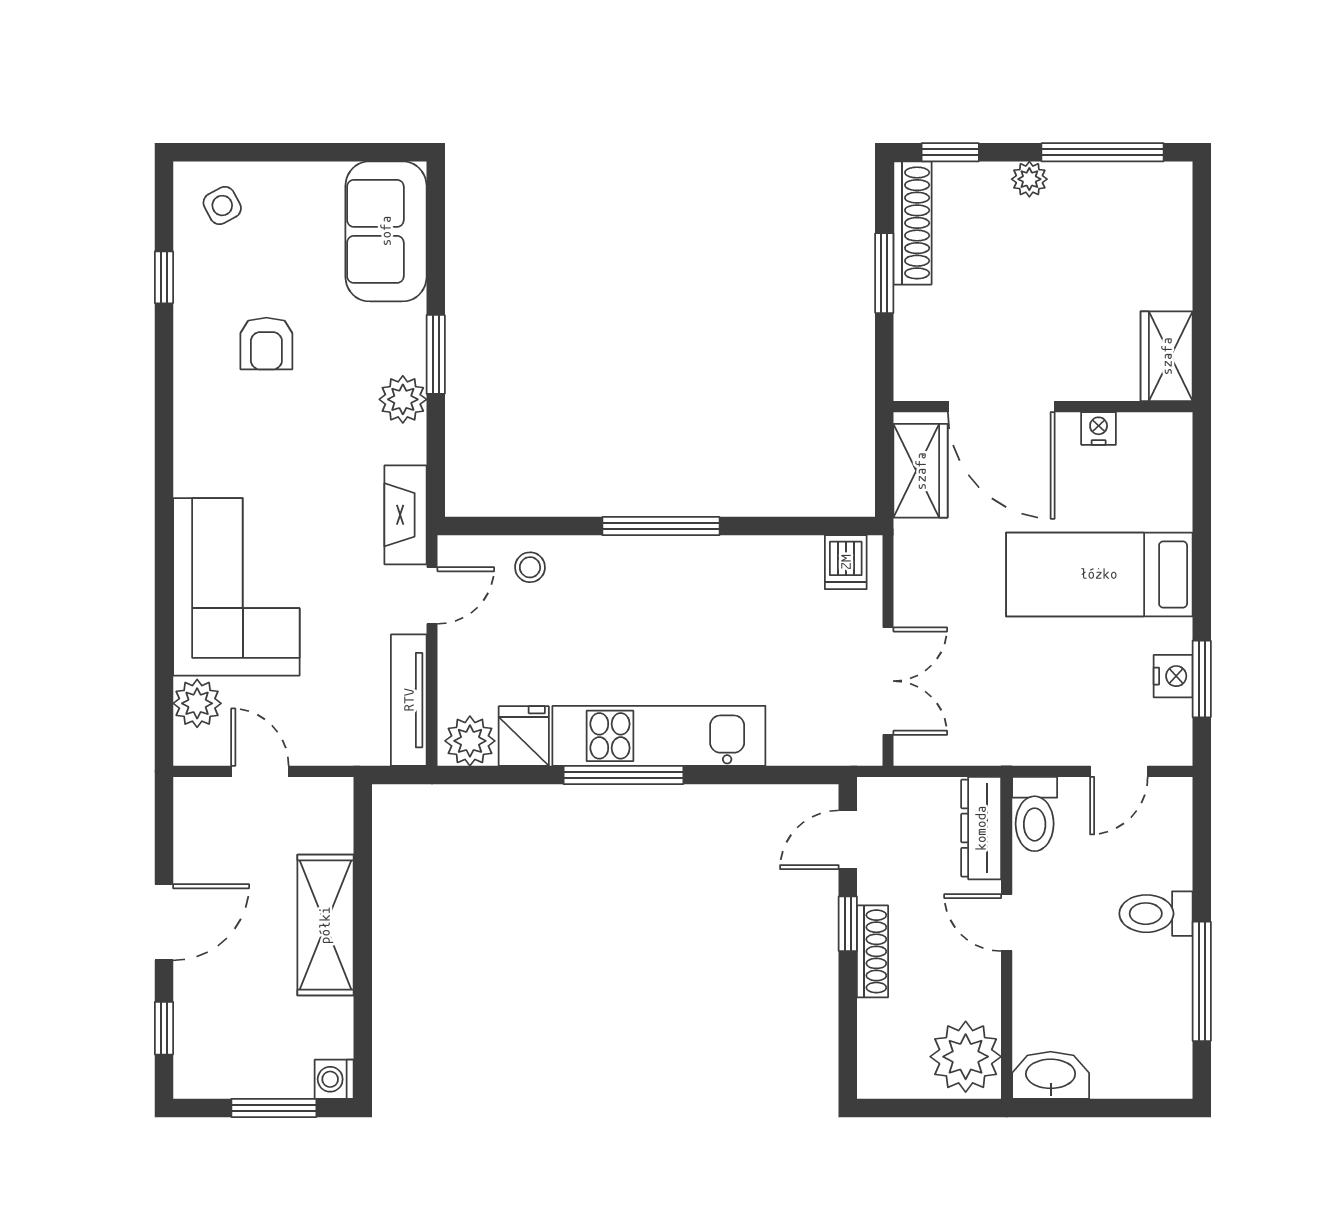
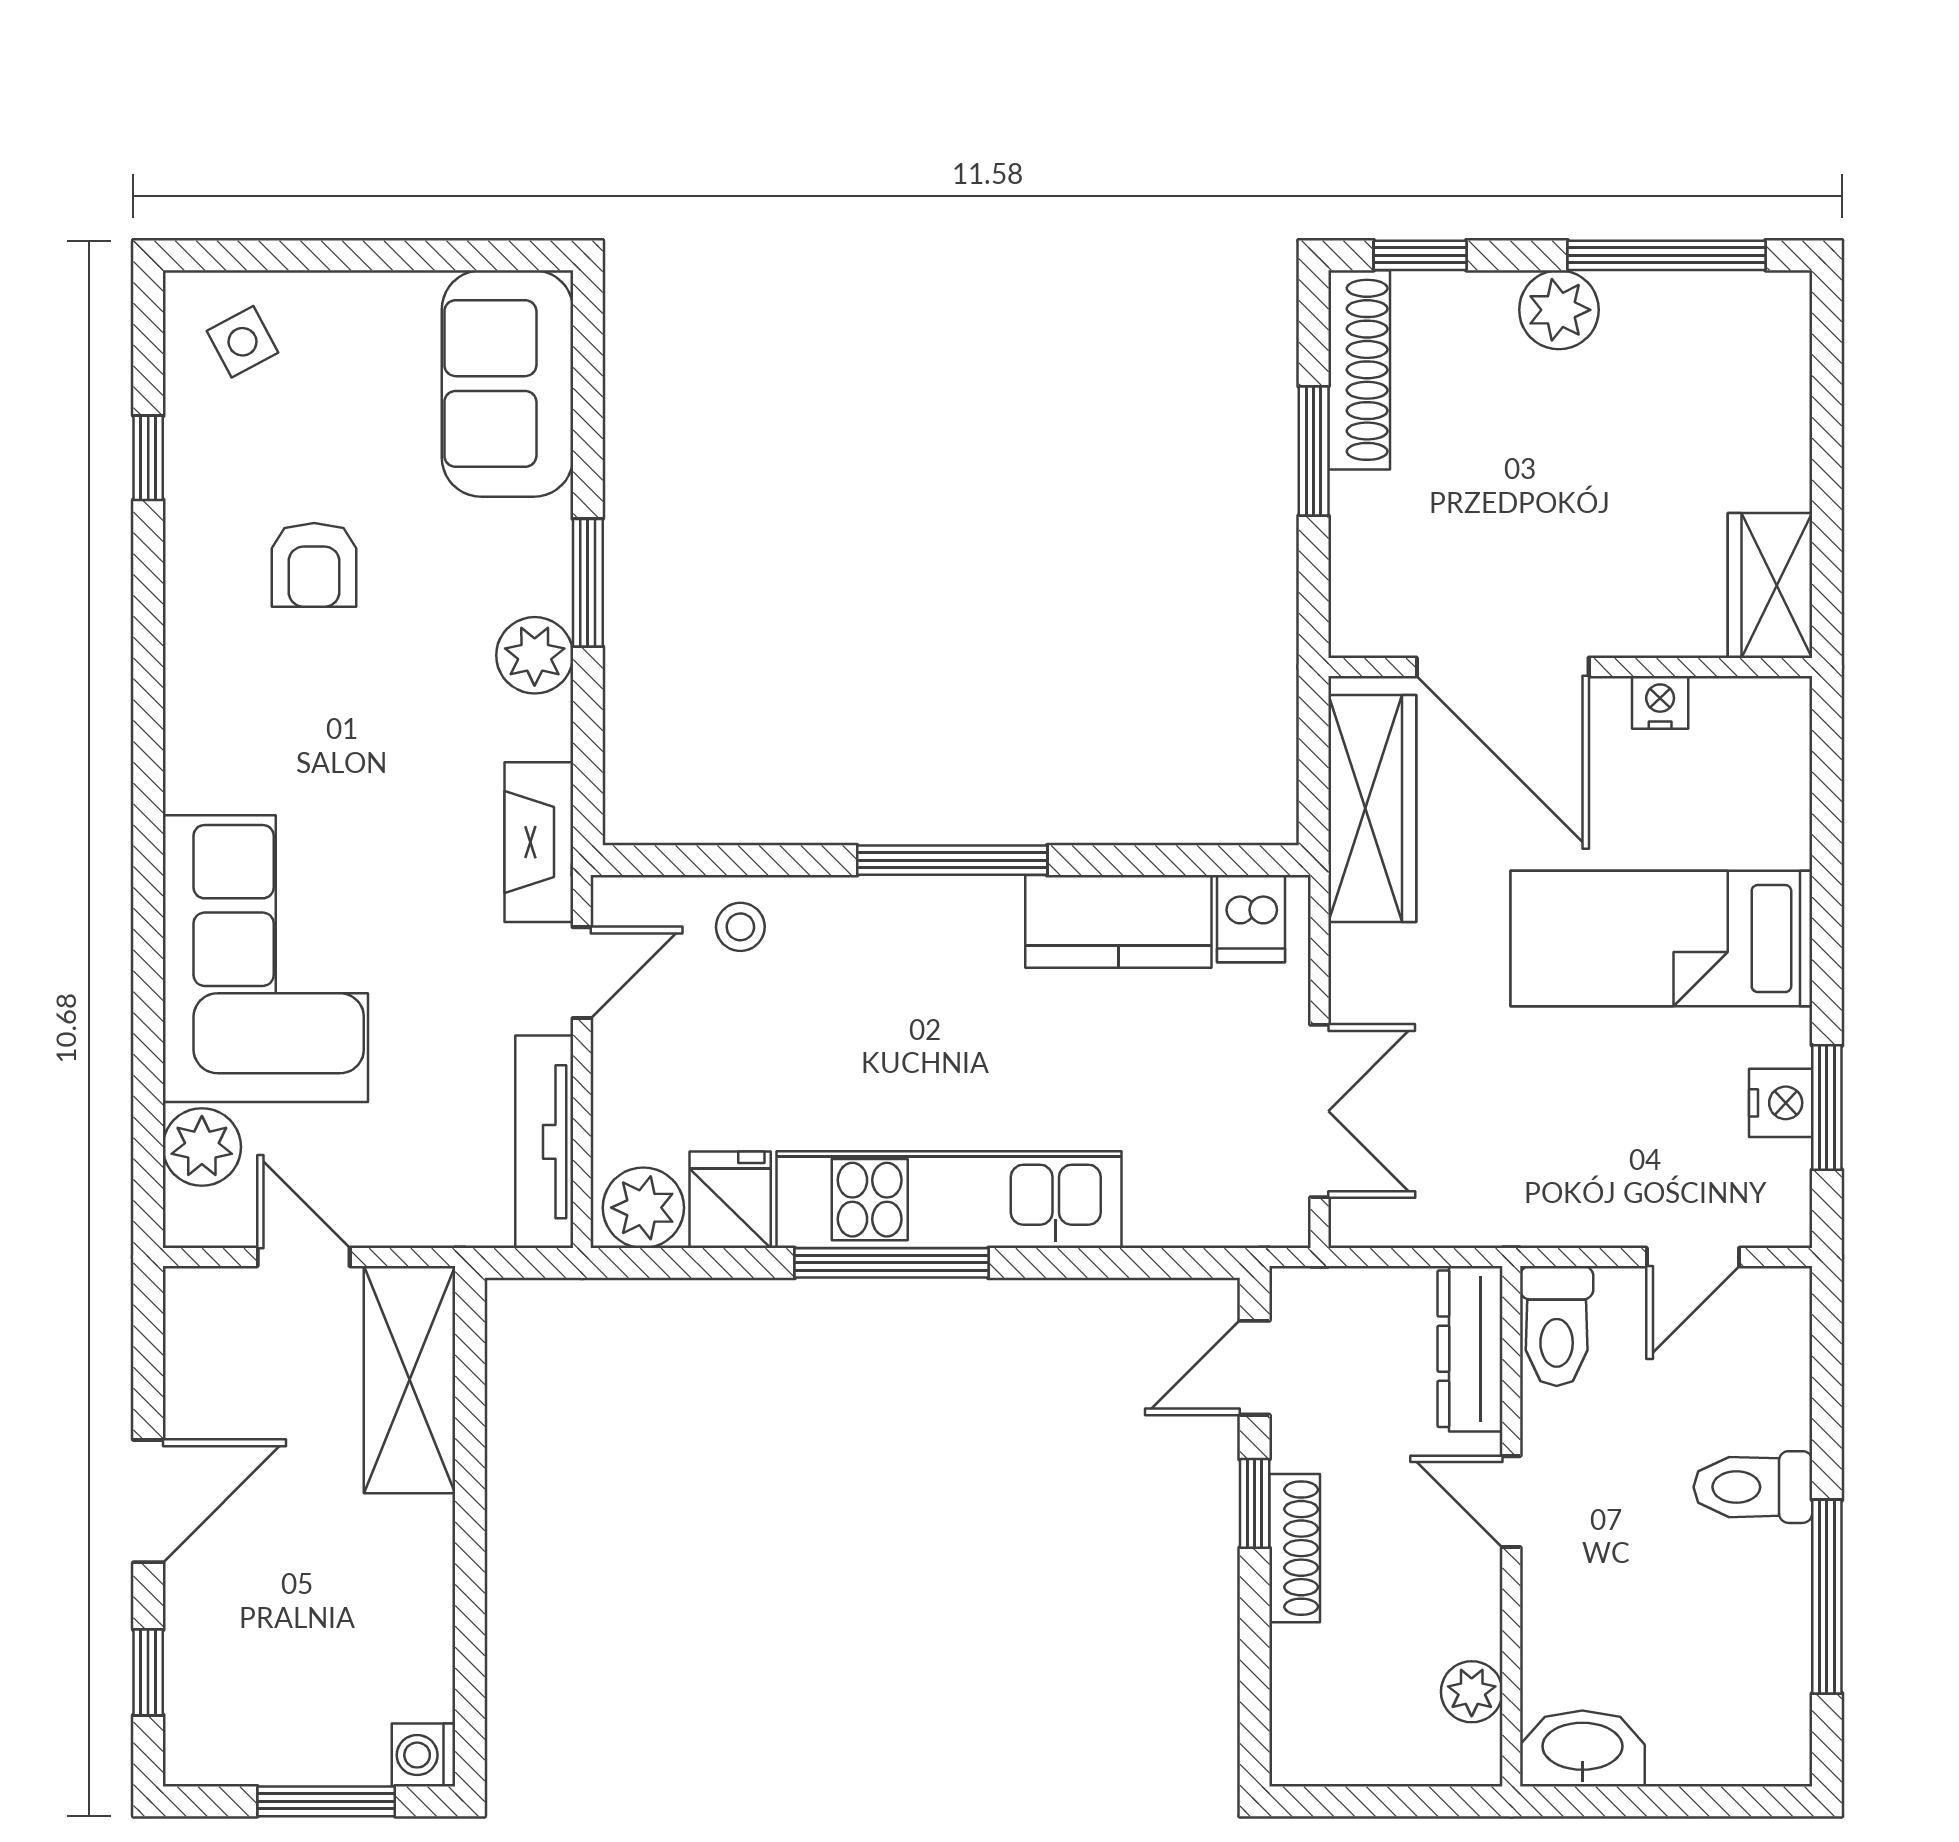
plant: (1029, 179) -> (1559, 310), width x1.38, depth x1.38
wardrobe: (921, 471) -> (1372, 809), width x1.50
kitchen counter: (764, 564) -> (1118, 921), added
shelving: (325, 925) -> (410, 1380), moved
plant: (966, 1057) -> (1472, 1692), width x0.53, depth x0.53

